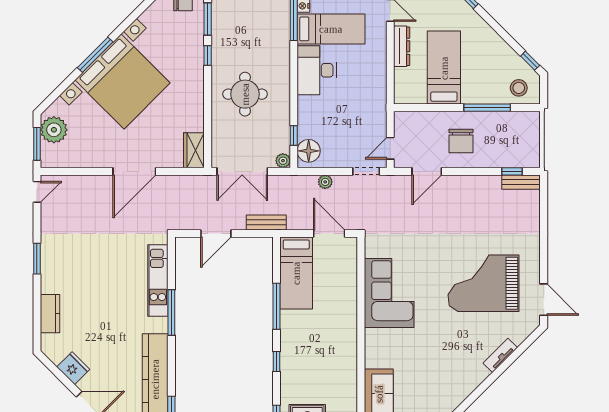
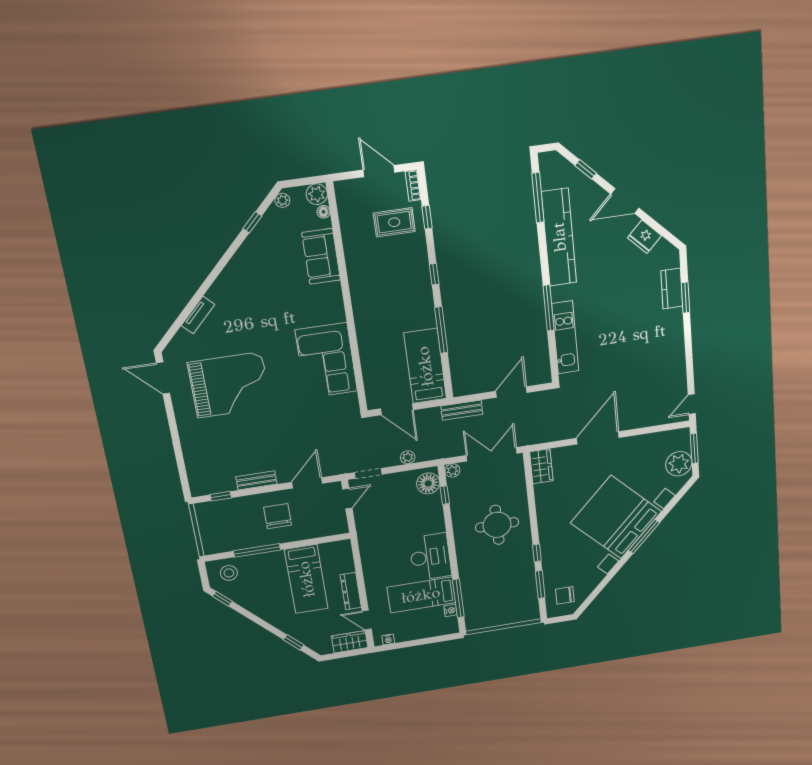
bench: (521, 182) -> (256, 480), moved
window: (37, 259) -> (686, 298), moved

